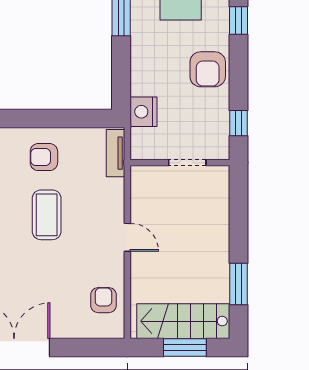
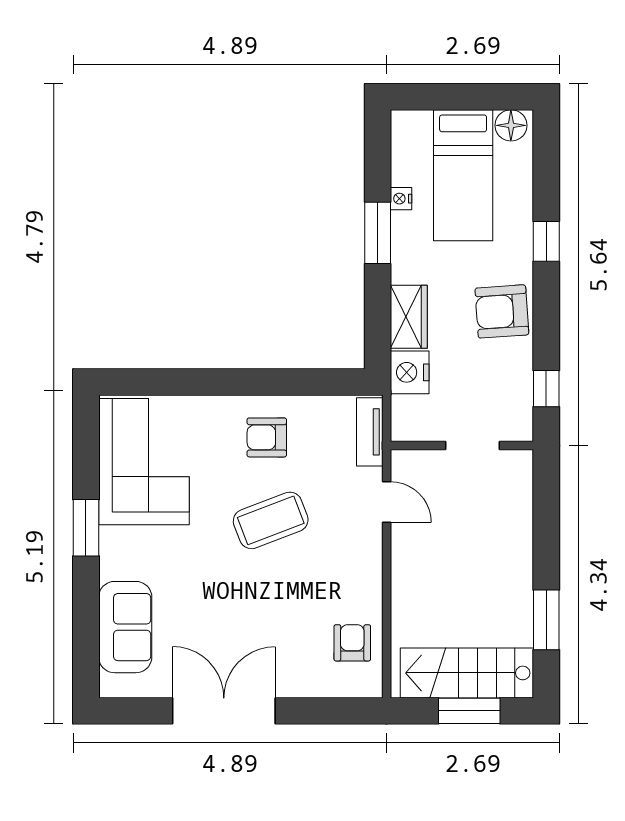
armchair: (208, 69) -> (502, 311), turned 86
wardrobe: (143, 73) -> (409, 317), added
coffee table: (47, 215) -> (271, 520), turned 69
door: (127, 237) -> (387, 502), moved

